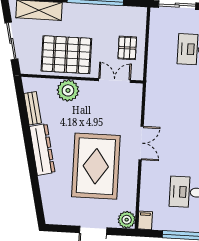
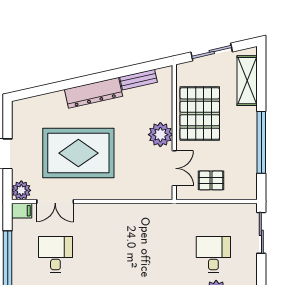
plant: (68, 90) -> (160, 135), moved
double door: (141, 143) -> (55, 202), moved

